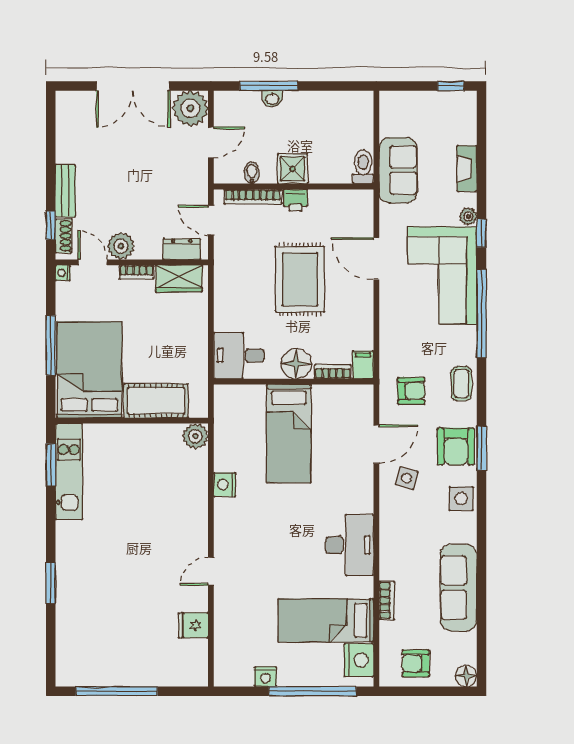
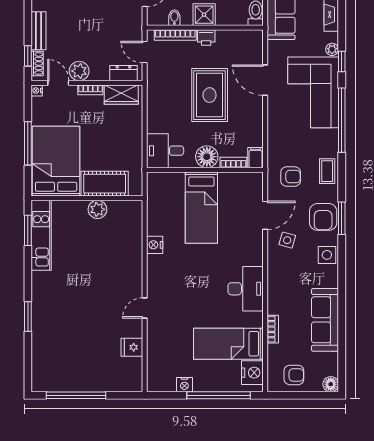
plant: (196, 436) -> (97, 209), moved
armchair: (416, 663) -> (294, 375), turned 180

